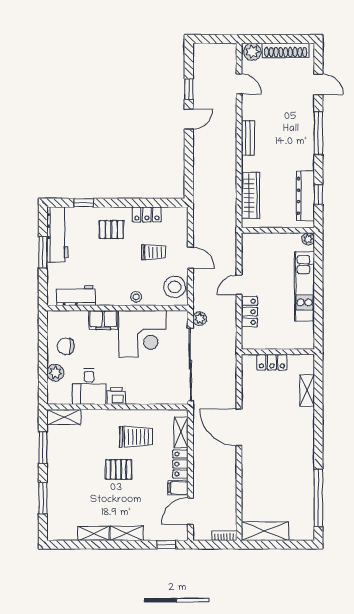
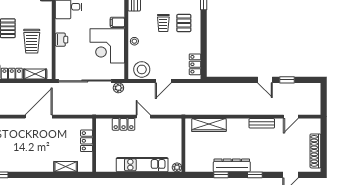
plant: (252, 52) -> (314, 126), removed
window: (318, 133) -> (255, 175), width x0.46
bench: (248, 138) -> (262, 123), moved
window: (318, 195) -> (221, 175), moved
dresser: (305, 196) -> (232, 165), moved
locker: (147, 214) -> (195, 64), moved
trolley: (154, 252) -> (163, 23), moved
filing cabinet: (103, 320) -> (117, 22), width x0.50
printer: (116, 396) -> (62, 40), moved

